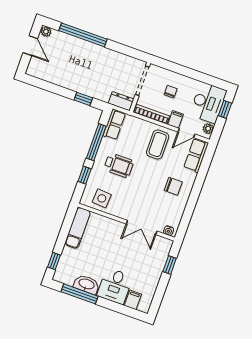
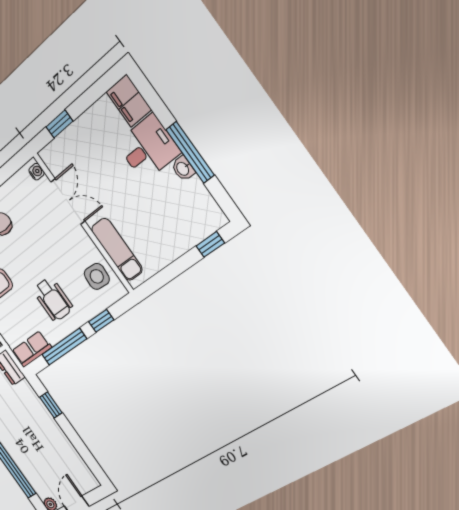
wheelchair: (119, 165) -> (53, 299), turned 180
exam couch: (78, 228) -> (117, 249), moved, turned 90
washbasin: (86, 284) -> (183, 169), width x0.52, depth x0.69
window: (79, 294) -> (190, 152), moved
filing cabinet: (133, 300) -> (129, 101), width x2.00

